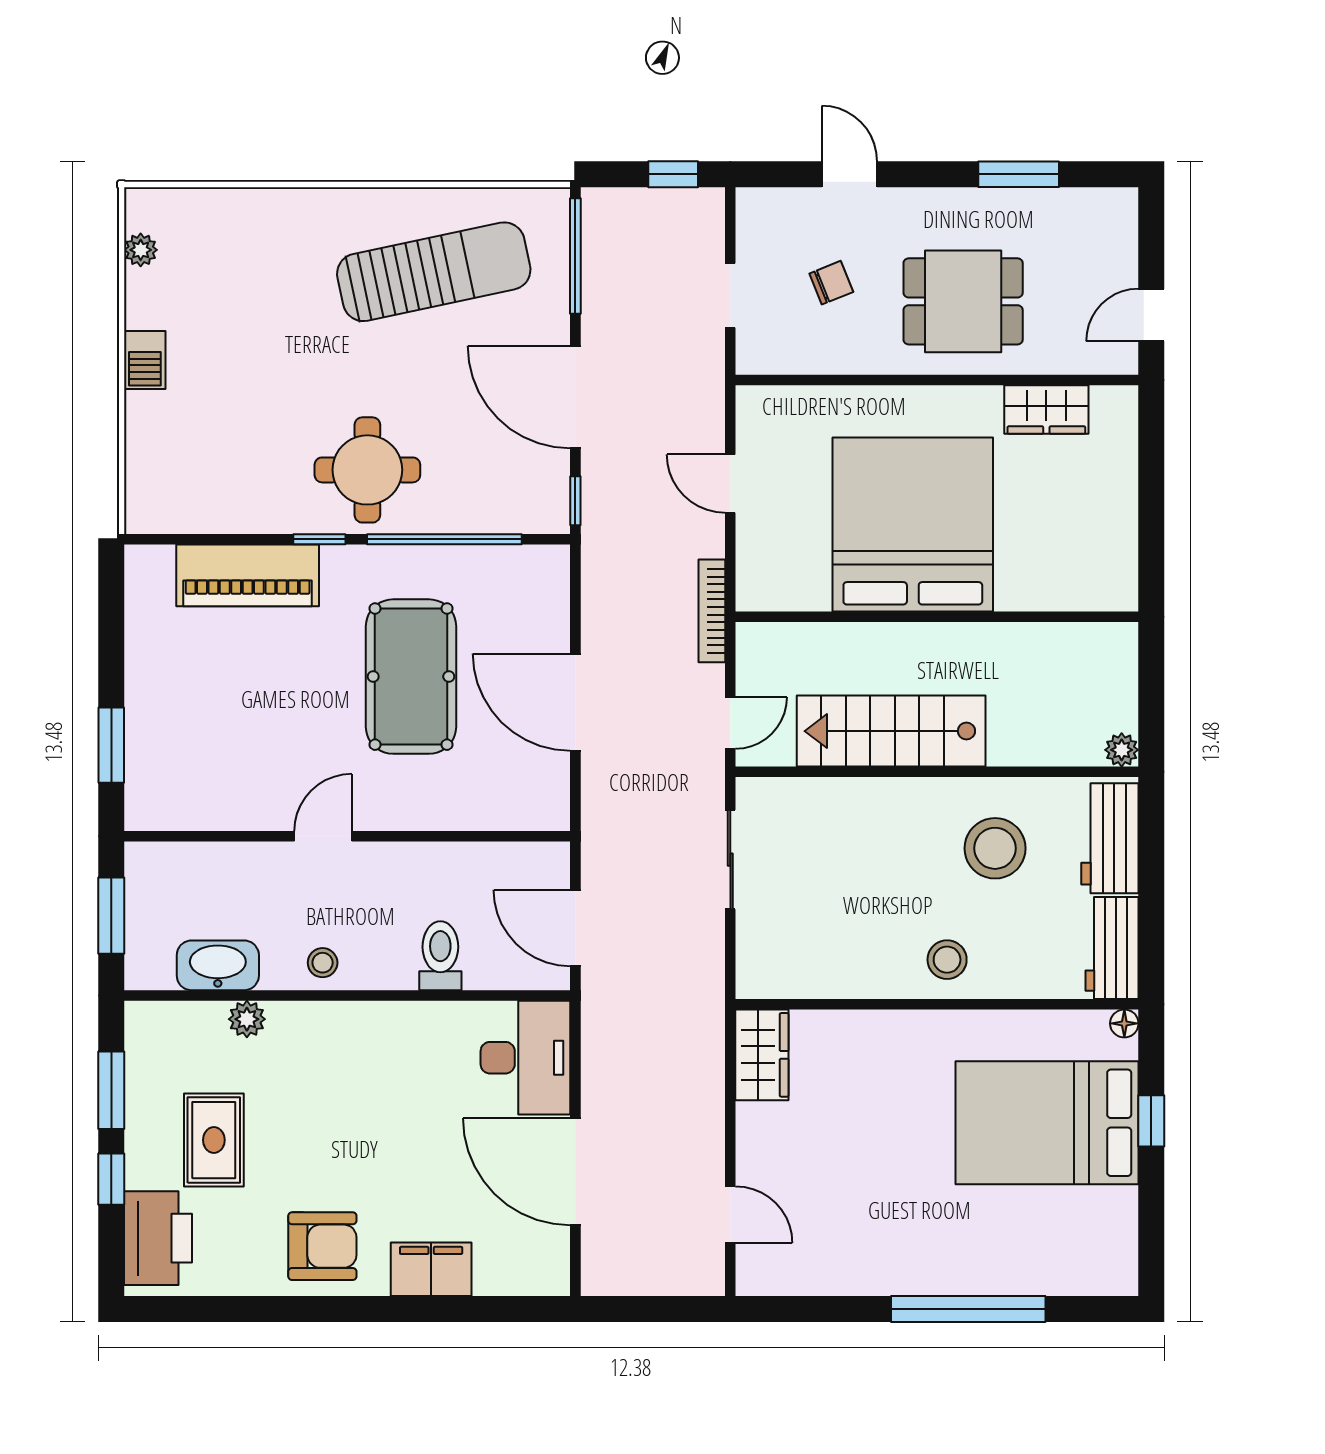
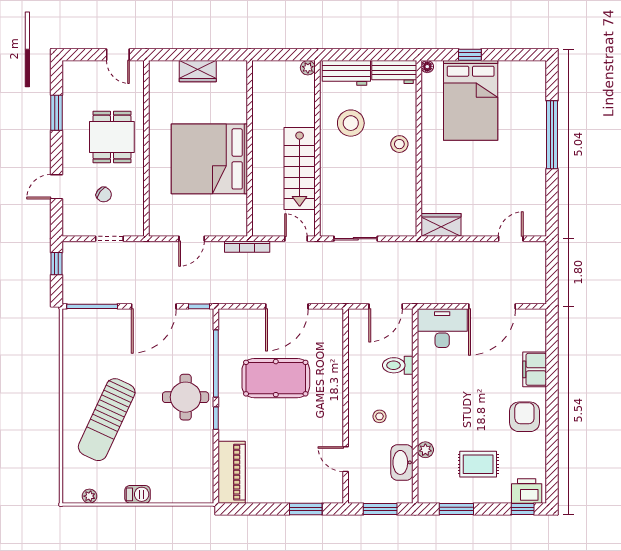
sun lounger: (434, 272) -> (107, 420), moved, turned -143
chair: (831, 283) -> (104, 195), turned 150
wardrobe: (1046, 410) -> (198, 71), moved, turned 90
piano: (248, 575) -> (232, 472), moved
door: (323, 836) -> (346, 459), moved
stool: (323, 963) -> (380, 416), moved
window: (111, 1179) -> (523, 509), moved
printer: (158, 1238) -> (527, 491), width x0.73, depth x0.84

